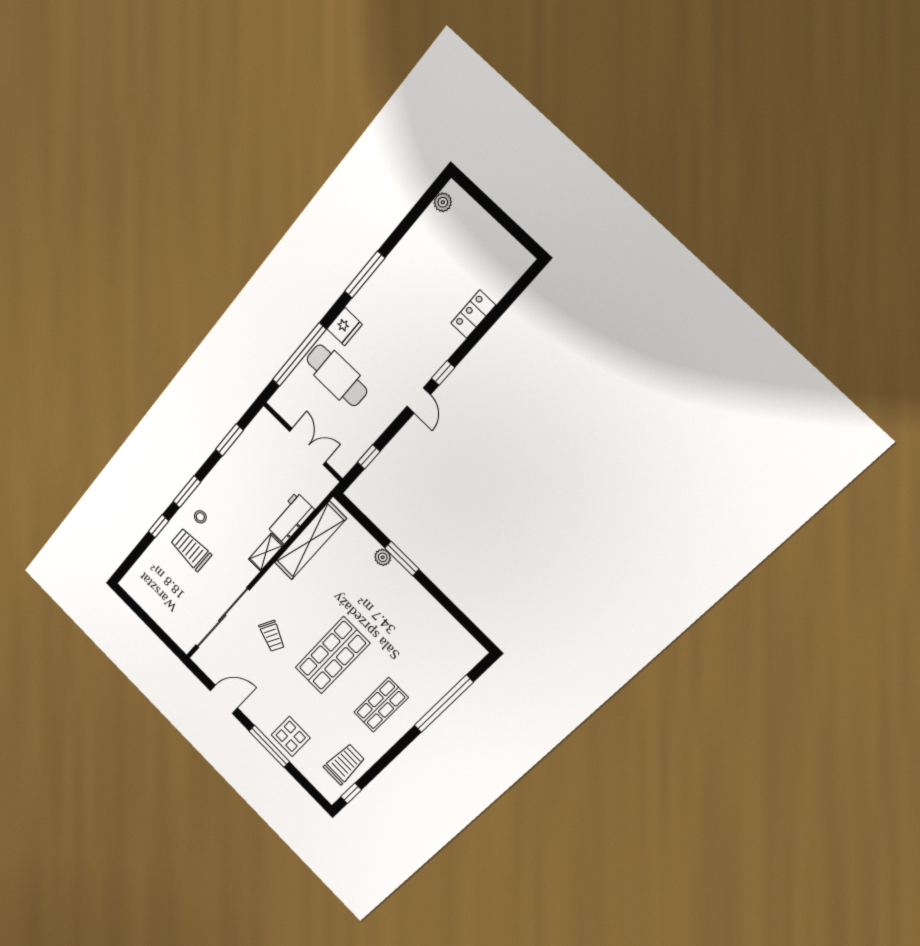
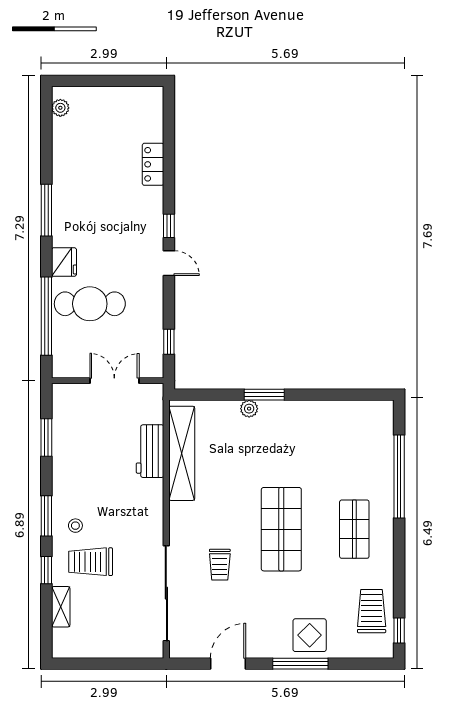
shelving: (266, 552) -> (61, 607), moved
trolley: (272, 636) -> (220, 565), turned 65

